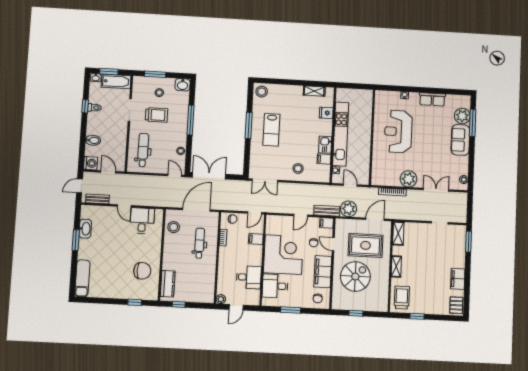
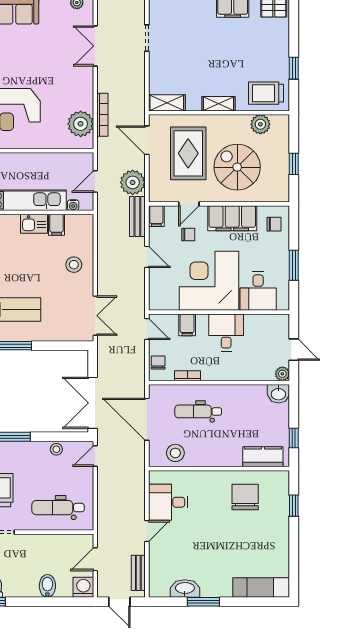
plant: (409, 179) -> (81, 124), moved
desk: (249, 277) -> (226, 333), moved
plant: (382, 293) -> (260, 124), added
washbasin: (208, 296) -> (278, 394), added

